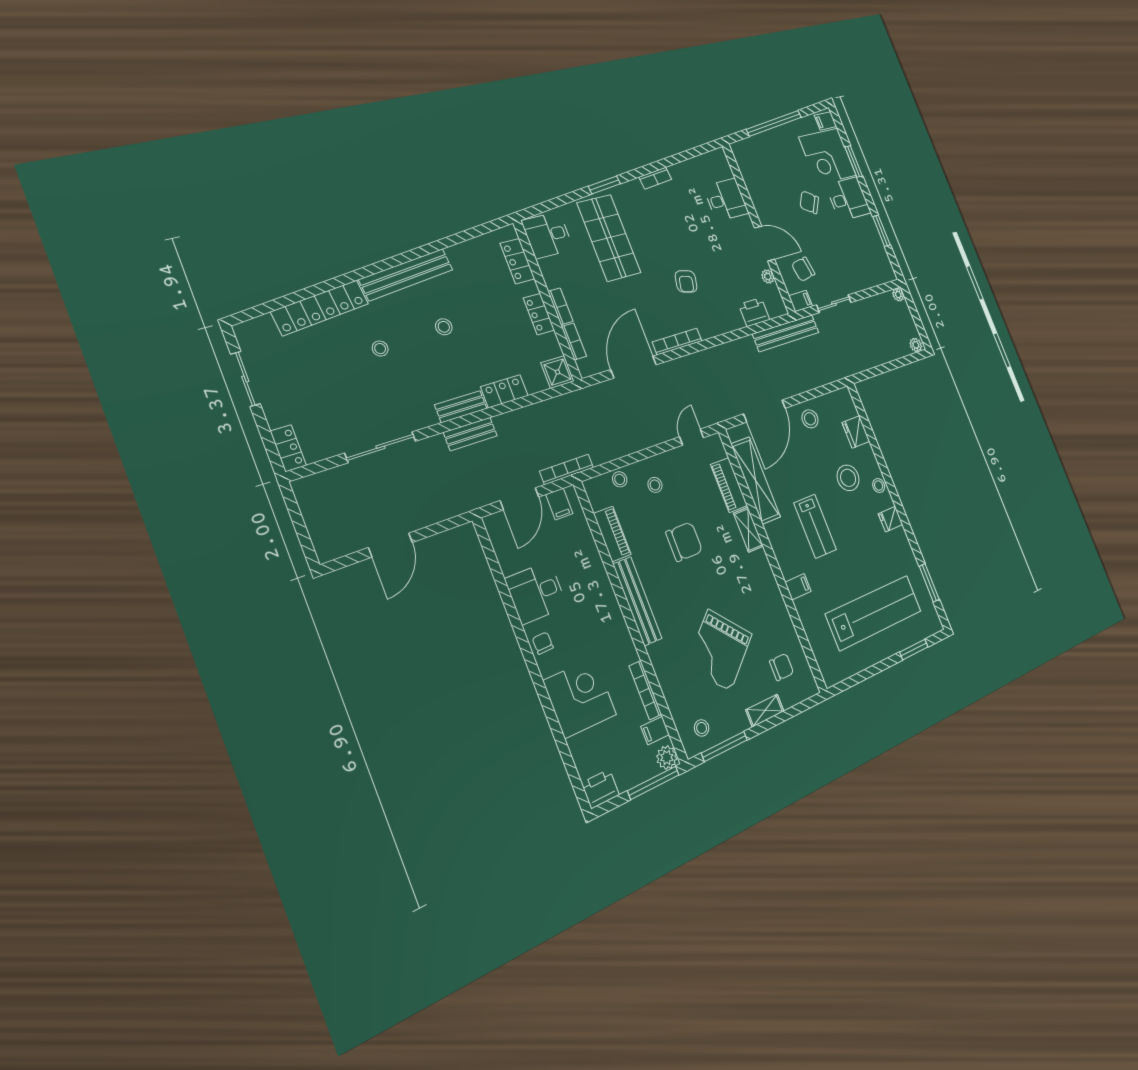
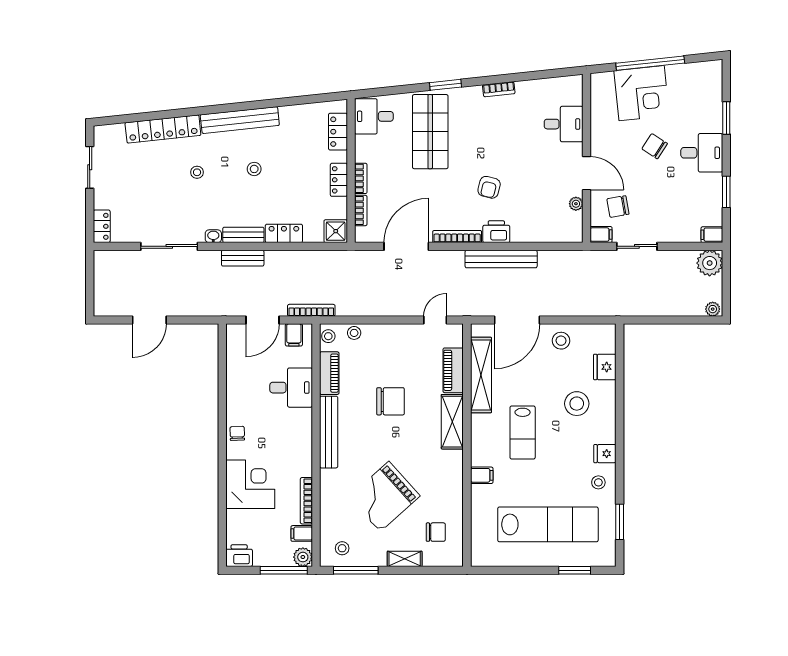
filing cabinet: (826, 121) -> (712, 235), moved
corner desk: (827, 156) -> (642, 93), moved, turned -96
plant: (898, 295) -> (710, 263), width x1.88, depth x1.88
printer: (754, 312) -> (496, 232), moved
bench: (786, 333) -> (501, 259), moved
washbasin: (428, 419) -> (213, 236), added
stool: (655, 485) -> (328, 336), moved
stool: (879, 486) -> (598, 482), moved
shelving: (748, 530) -> (452, 422), width x1.50, depth x1.33
desk: (536, 593) -> (291, 388), moved, turned 180

